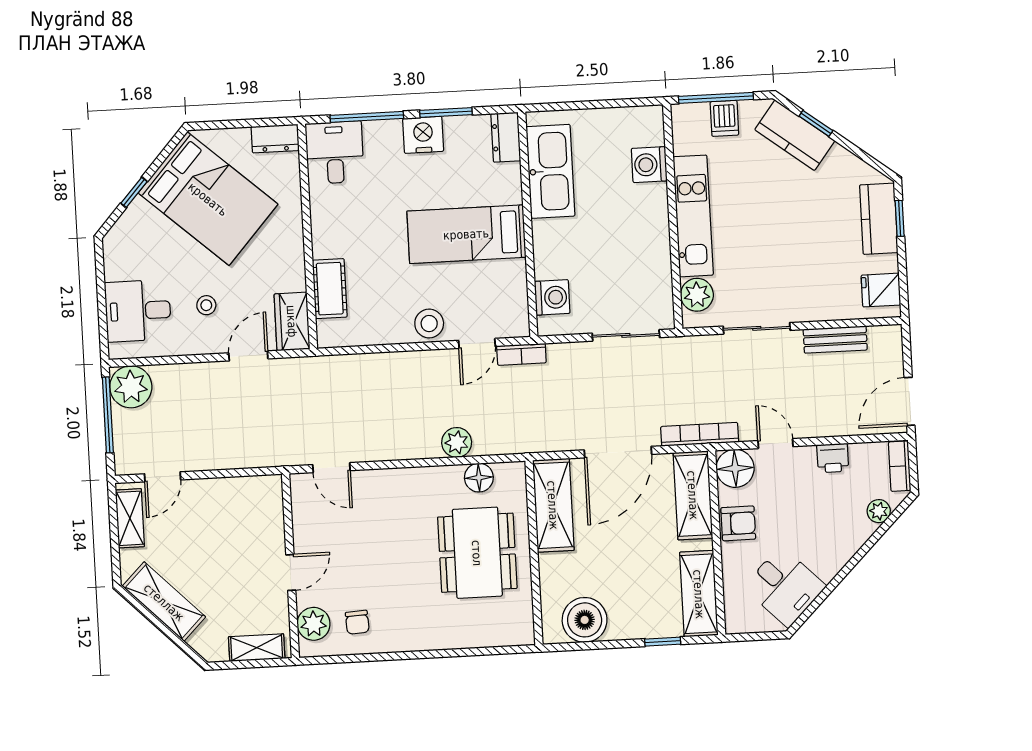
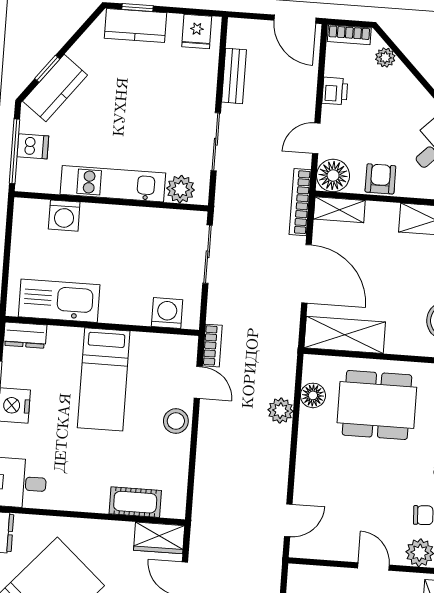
shelving: (693, 495) -> (339, 210), width x0.67, depth x0.75

